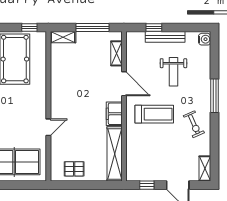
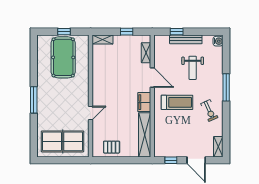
window: (29, 28) -> (64, 32), moved
window: (93, 28) -> (127, 32), width x0.46

